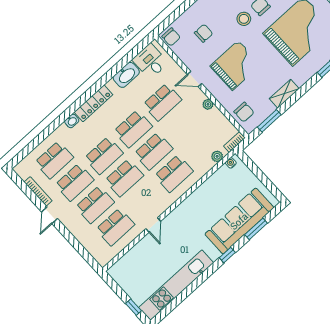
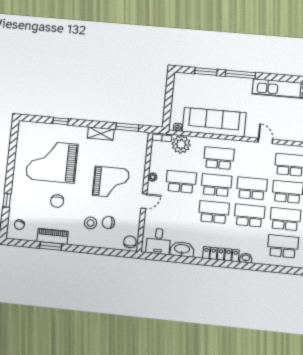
stool: (244, 19) -> (90, 223), moved
grand piano: (235, 65) -> (111, 182), turned 180
door: (195, 79) -> (144, 201), hinge flipped
school desk: (162, 102) -> (181, 182), moved
chair: (244, 112) -> (136, 149), removed
plant: (217, 156) -> (181, 144), width x1.88, depth x1.88
sofa: (239, 221) -> (214, 122), moved, turned 180
door: (153, 225) -> (265, 141), hinge flipped
window: (227, 255) -> (240, 74), width x2.17

